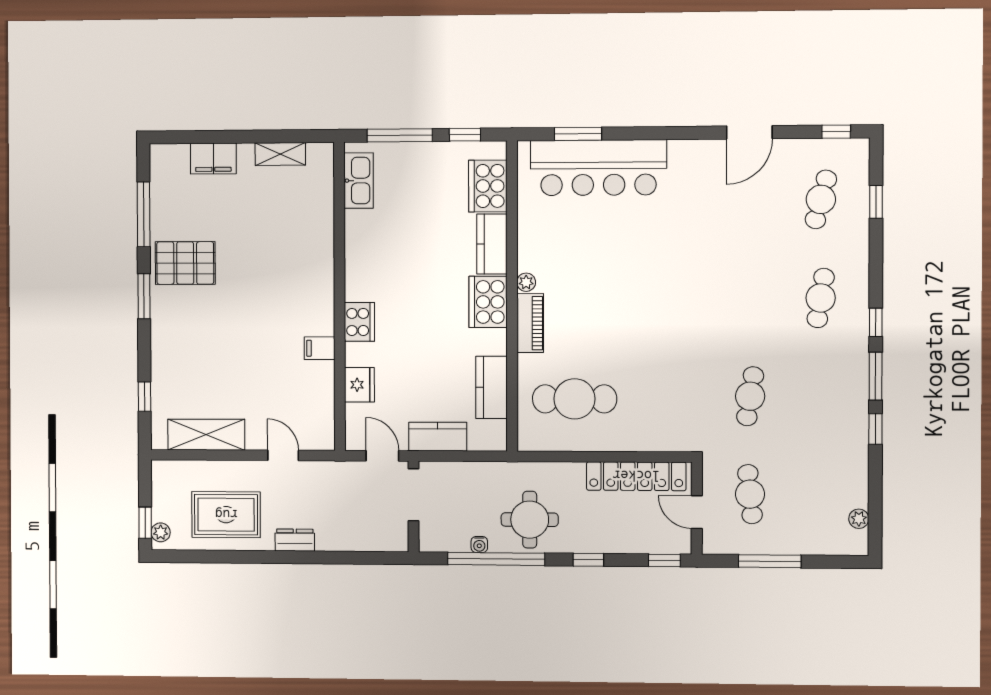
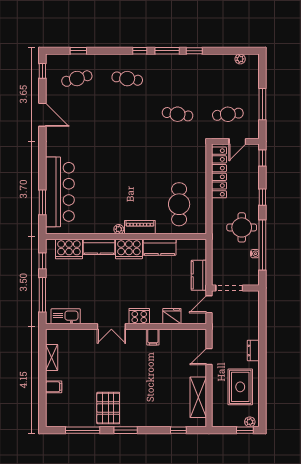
filing cabinet: (213, 159) -> (54, 387), width x0.50
cafe table: (821, 199) -> (77, 79), turned -30
double door: (339, 269) -> (111, 327), added
kitchen counter: (491, 387) -> (160, 247), moved

